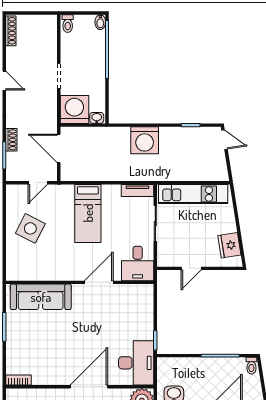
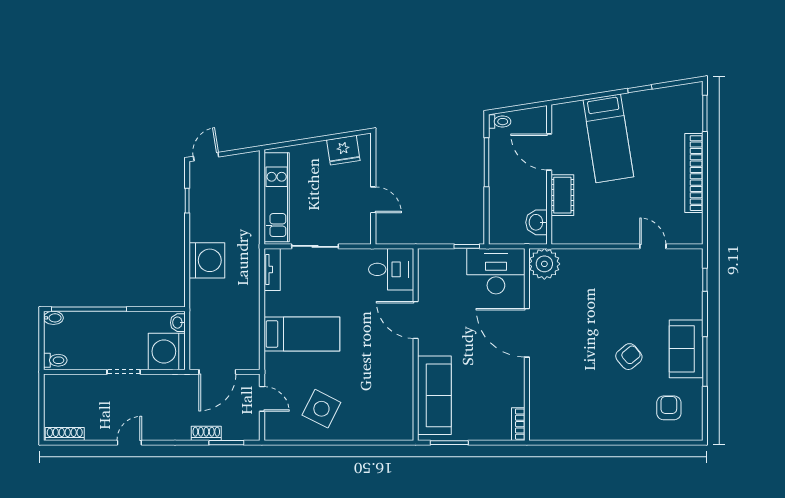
desk: (138, 263) -> (391, 269), moved
wall: (80, 282) -> (416, 345), moved
door: (99, 282) -> (416, 320), moved
sofa: (41, 297) -> (434, 395), moved

